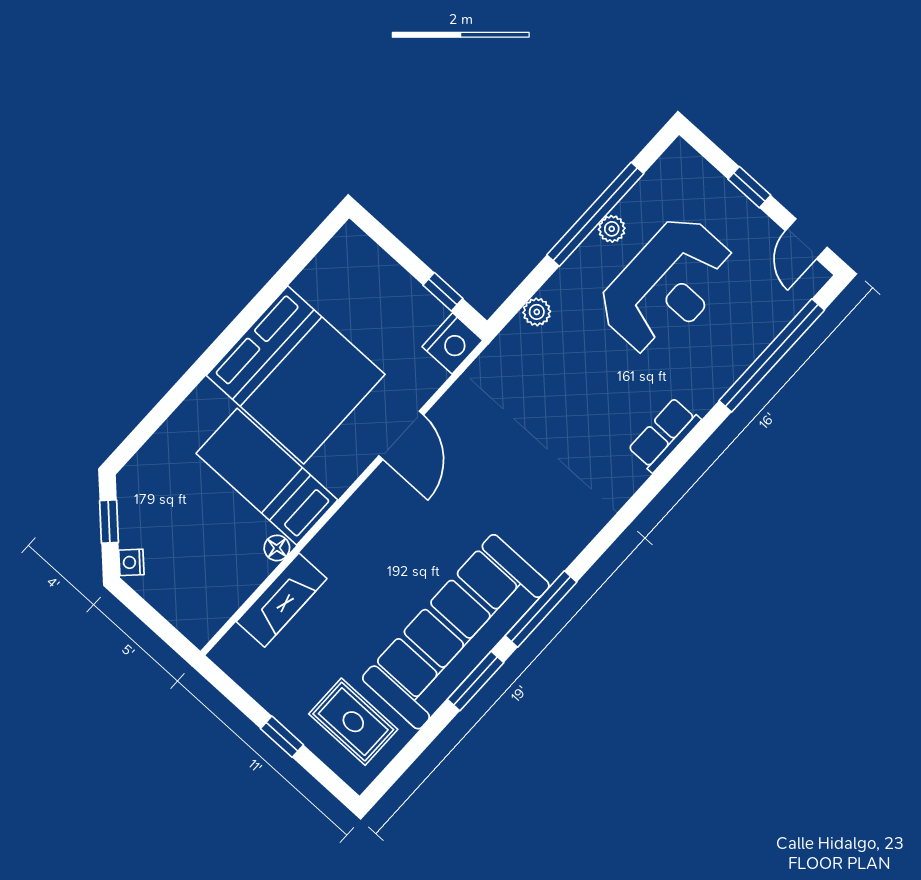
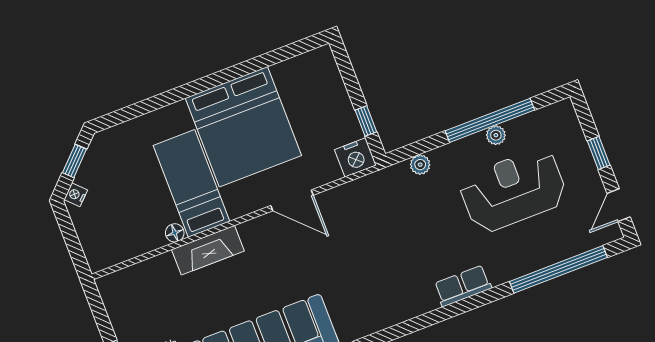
reception desk: (667, 286) -> (513, 190), turned 180
door: (401, 435) -> (292, 200), hinge flipped
fireplace: (282, 600) -> (208, 250), moved

